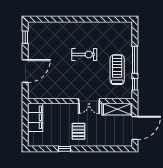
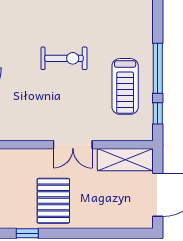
treadmill: (117, 70) -> (125, 86), turned 180
pallet: (78, 131) -> (53, 201), width x1.50, depth x1.42

